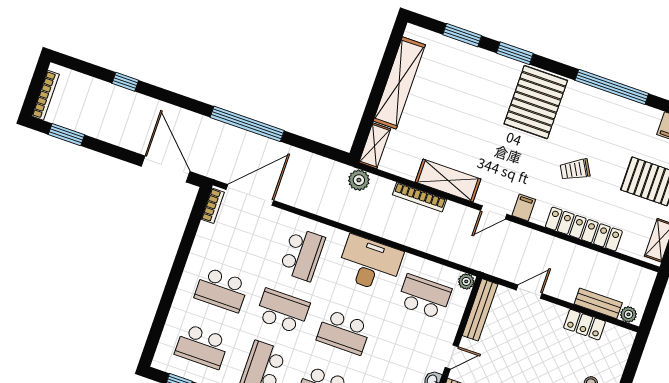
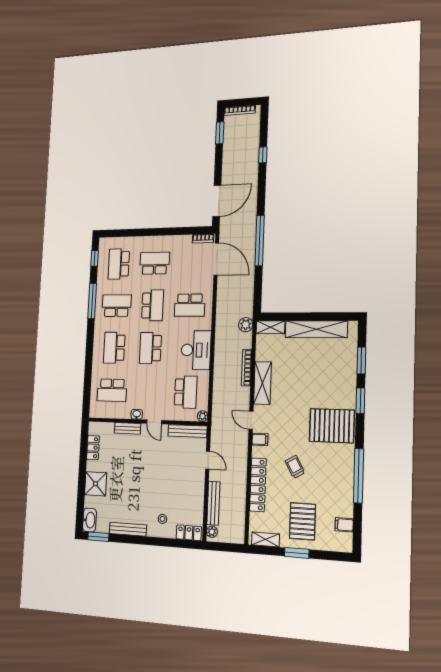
school desk: (221, 290) -> (155, 263), turned 90
bench: (598, 303) -> (213, 503), width x1.36
locker: (584, 325) -> (189, 533), moved, turned 90

